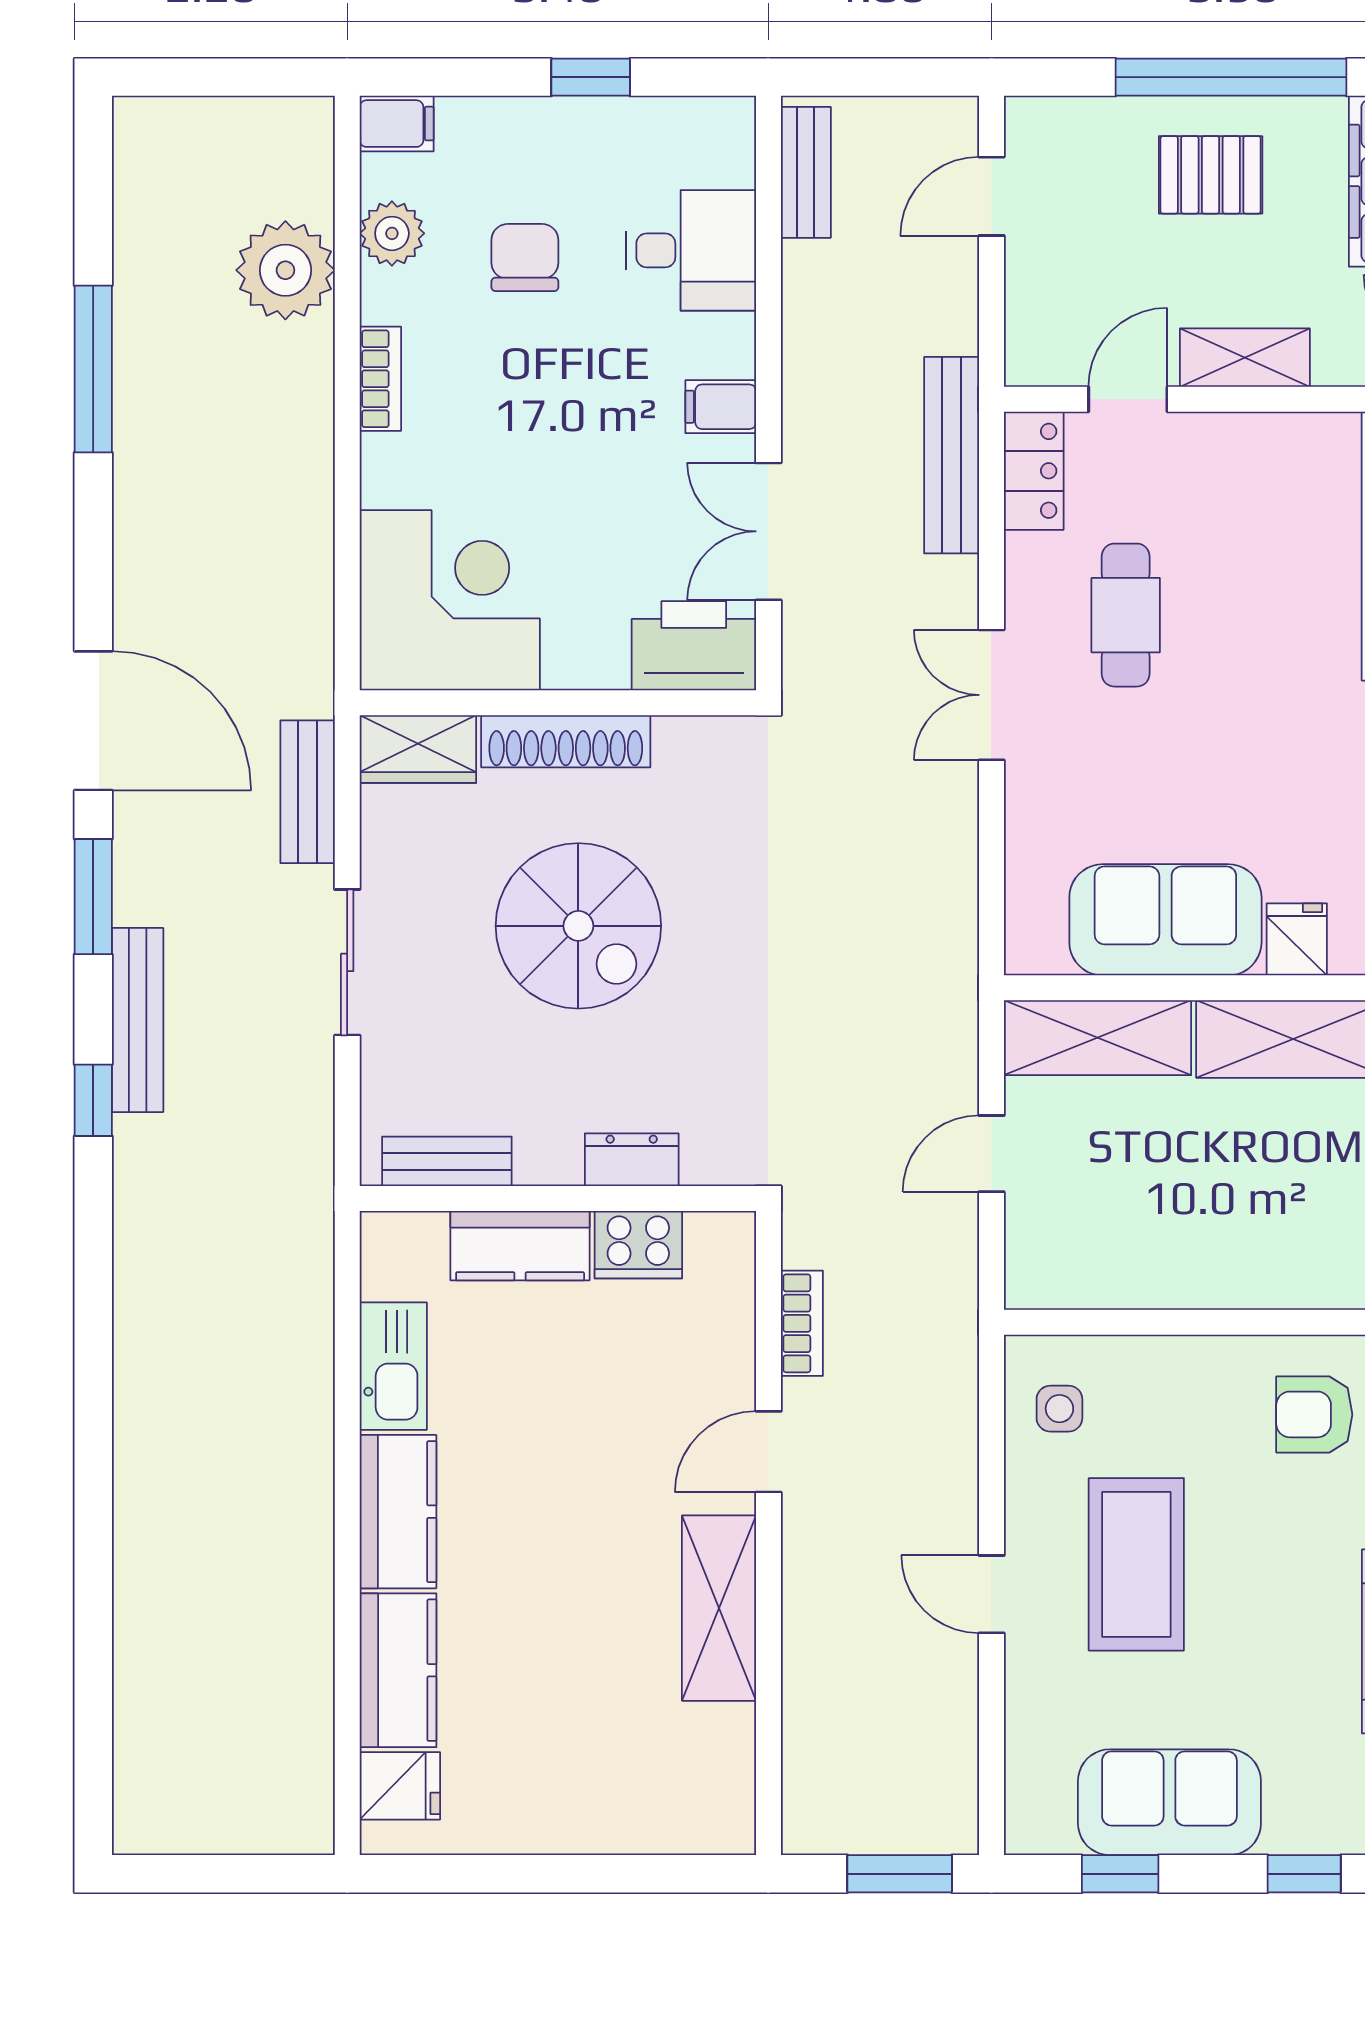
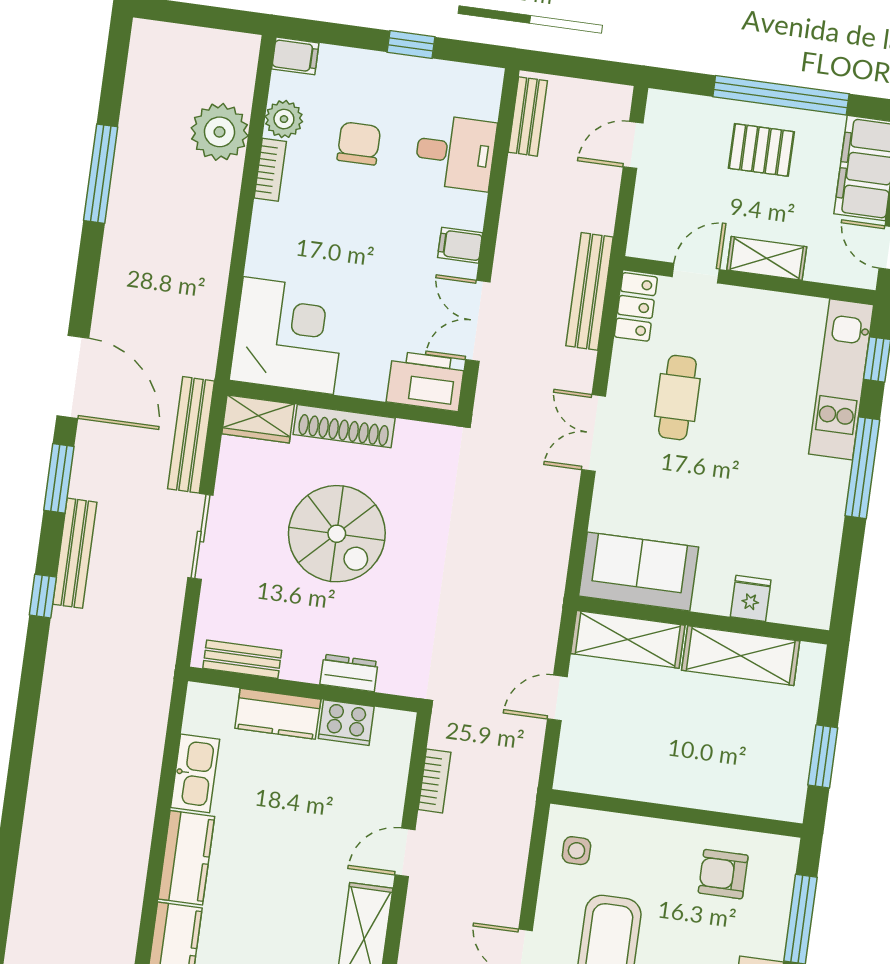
bookcase: (380, 379) -> (270, 170), moved
bench: (308, 792) -> (191, 435), width x1.36
sofa: (1165, 920) -> (639, 571), moved

